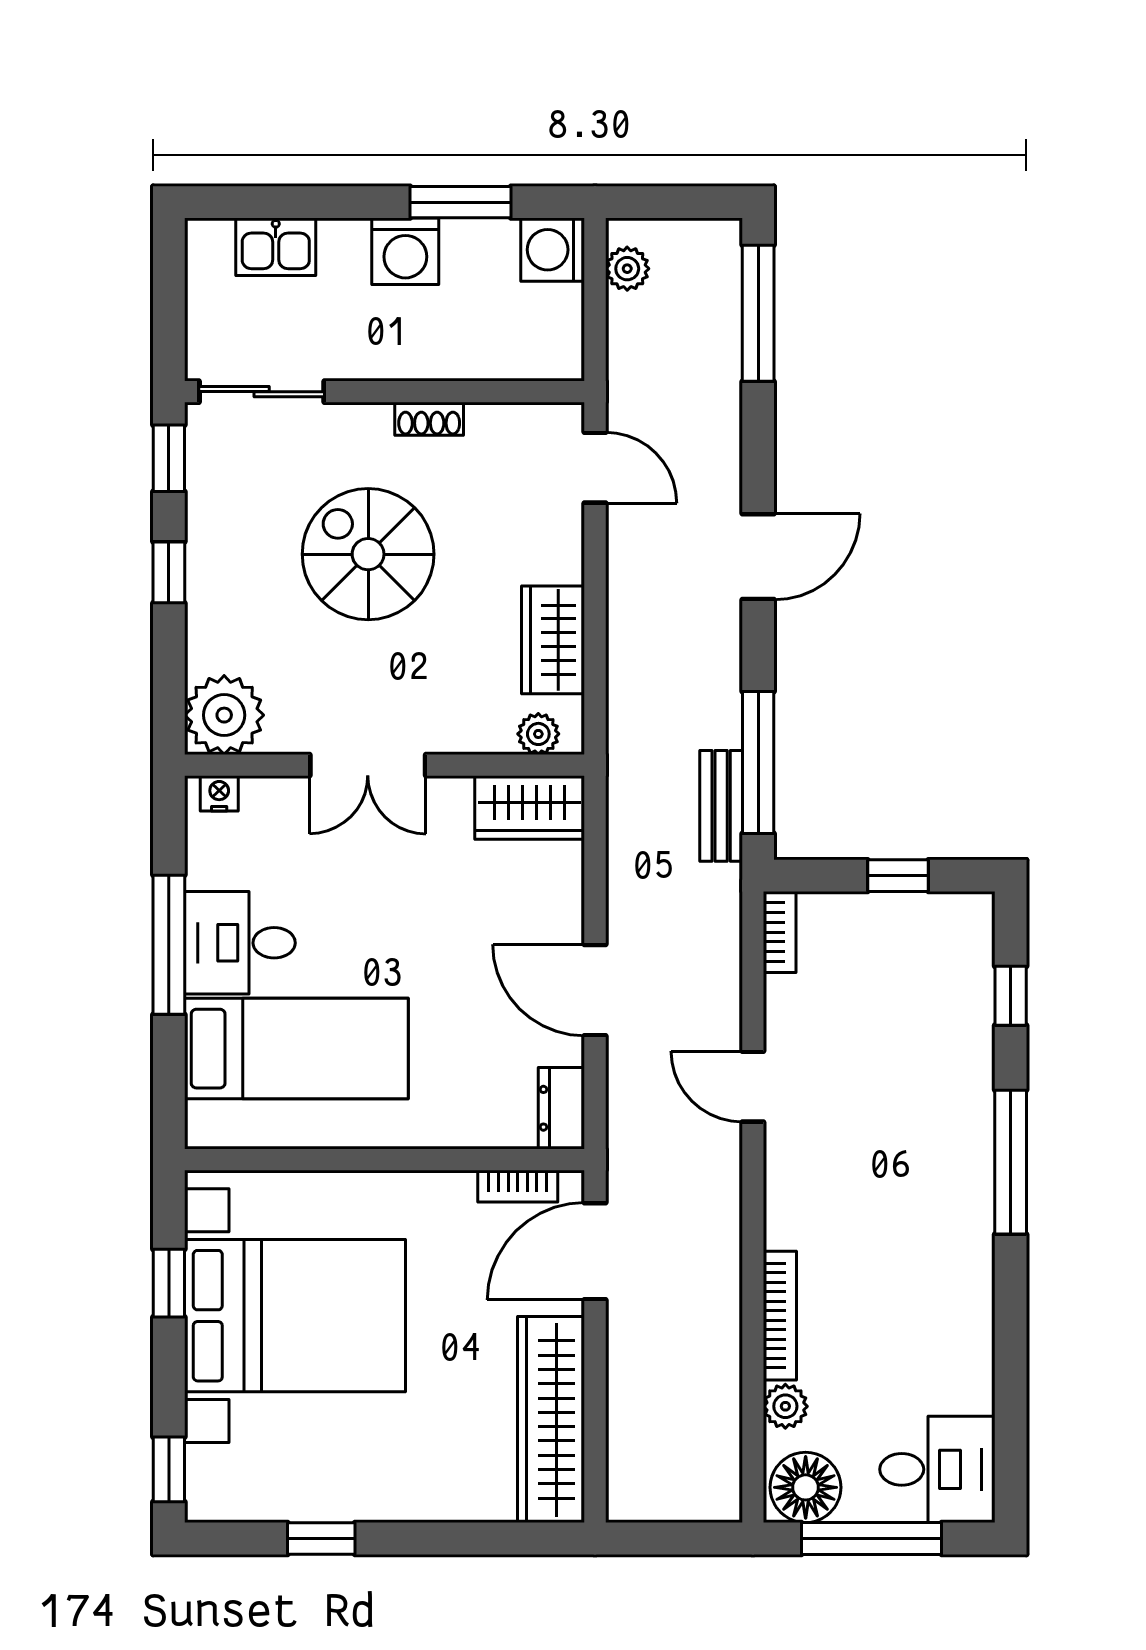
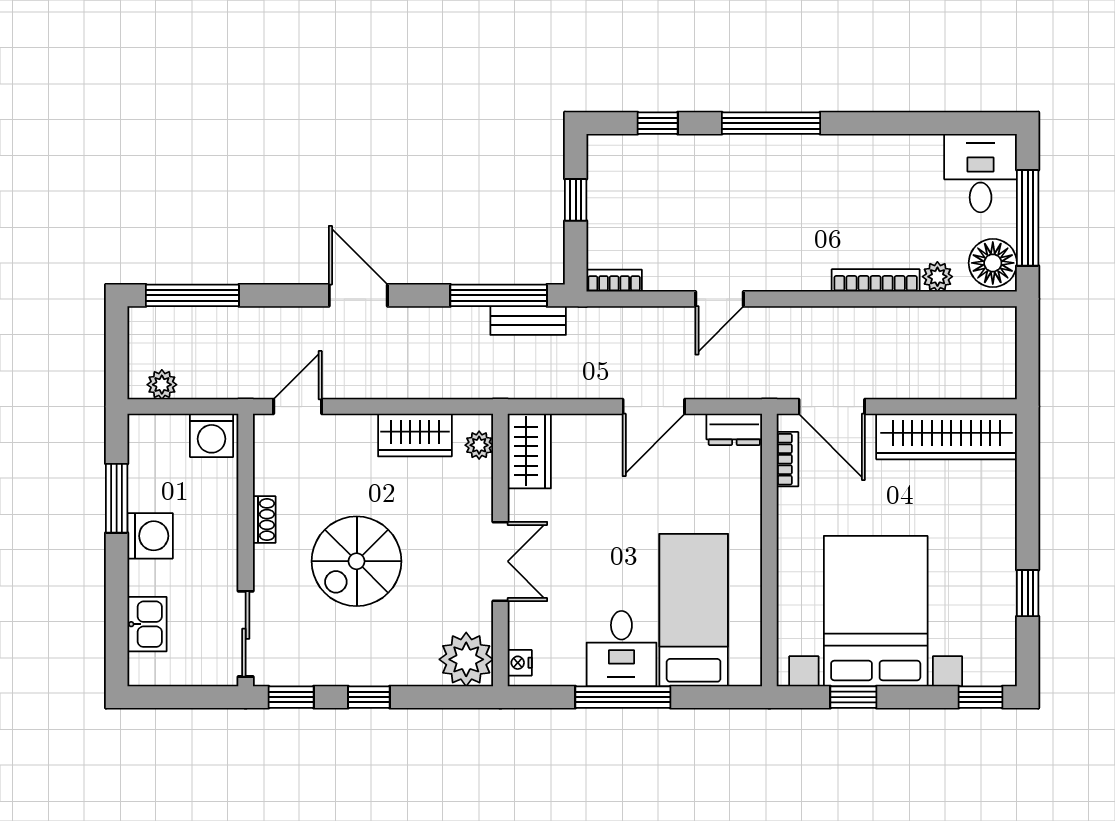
washing machine: (553, 250) -> (212, 435), moved

